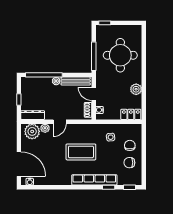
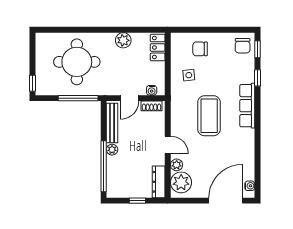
chair: (129, 163) -> (243, 46), moved
row of seats: (94, 180) -> (247, 106), width x0.73

